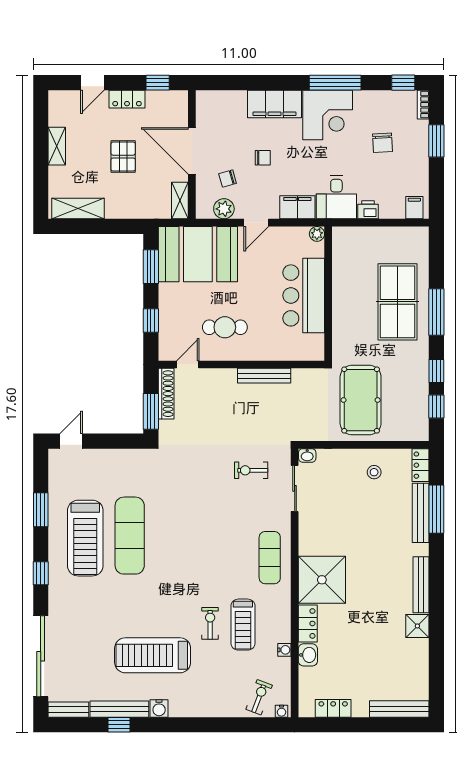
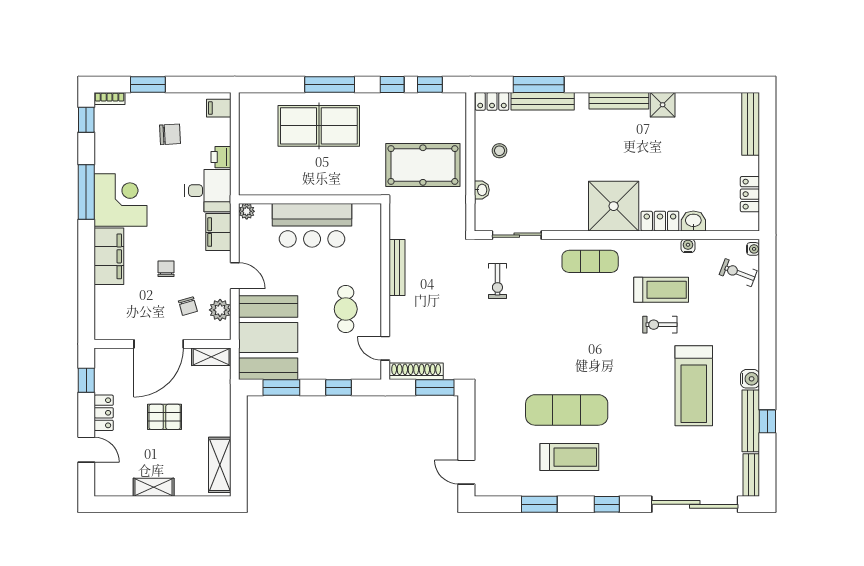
chair: (382, 143) -> (170, 134), moved
washbasin: (307, 455) -> (482, 190), moved
treadmill: (85, 538) -> (569, 457), width x0.73, depth x0.73

